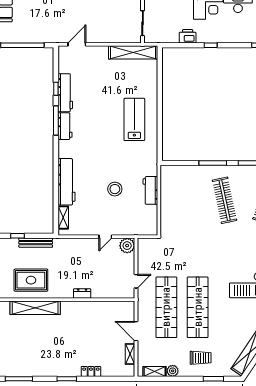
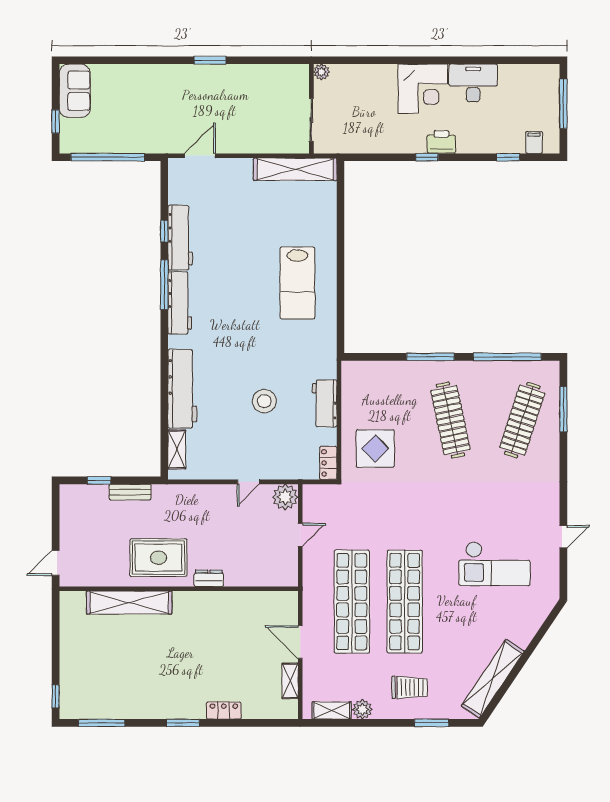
printer: (188, 36) -> (441, 142), moved
lab bench: (134, 119) -> (297, 283), turned 180
workbench: (65, 126) -> (180, 303), width x1.37
display table: (180, 217) -> (375, 449), added
locker: (153, 225) -> (328, 463), added
bench: (36, 243) -> (130, 492), width x0.73
rug: (31, 280) -> (158, 558), moved
door: (136, 281) -> (300, 535), moved

